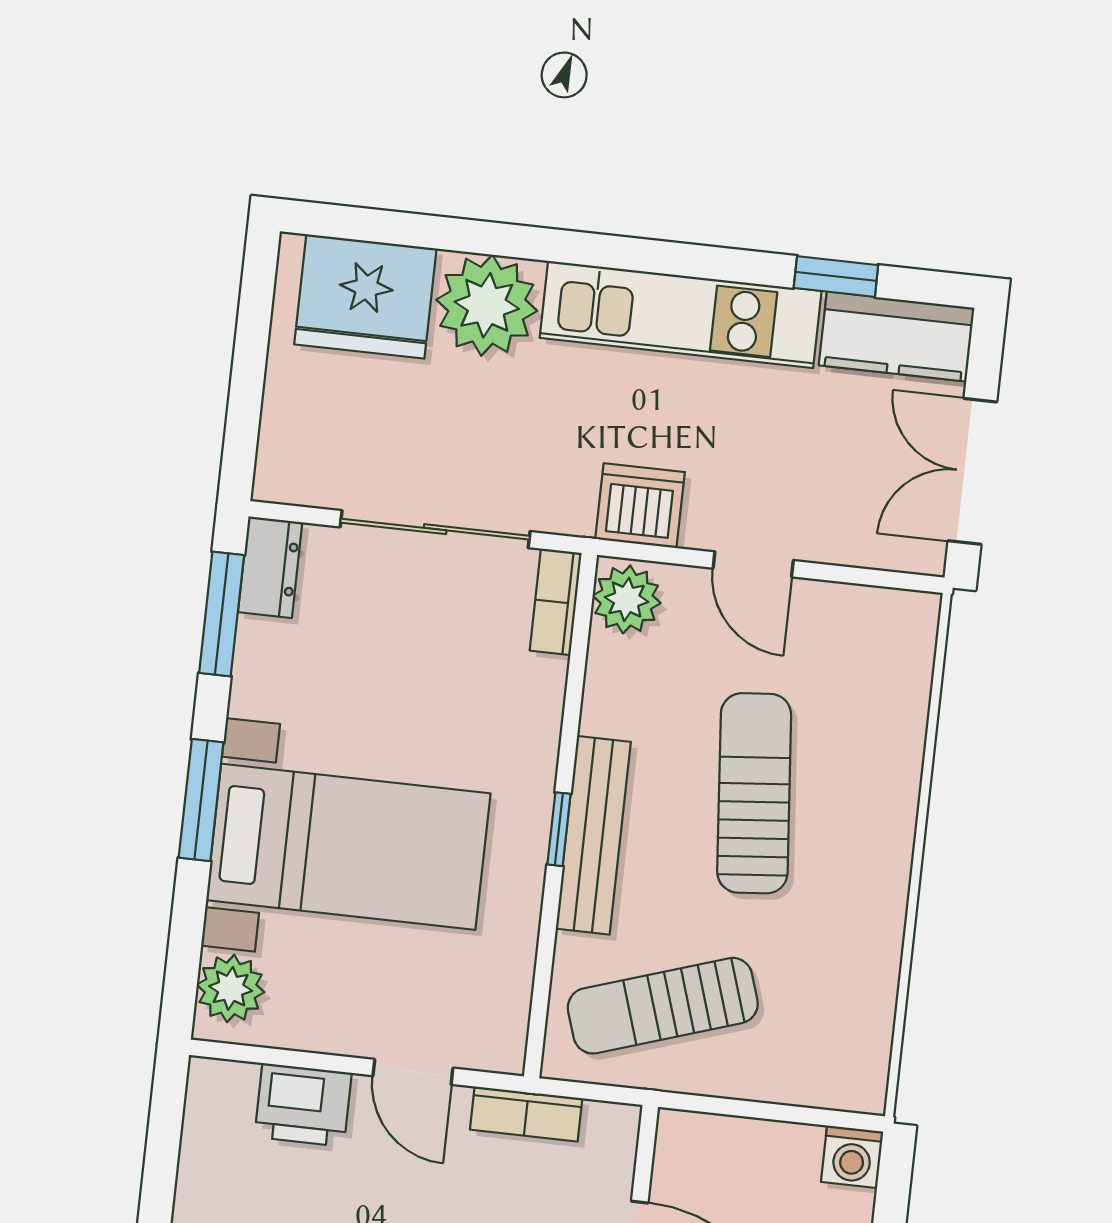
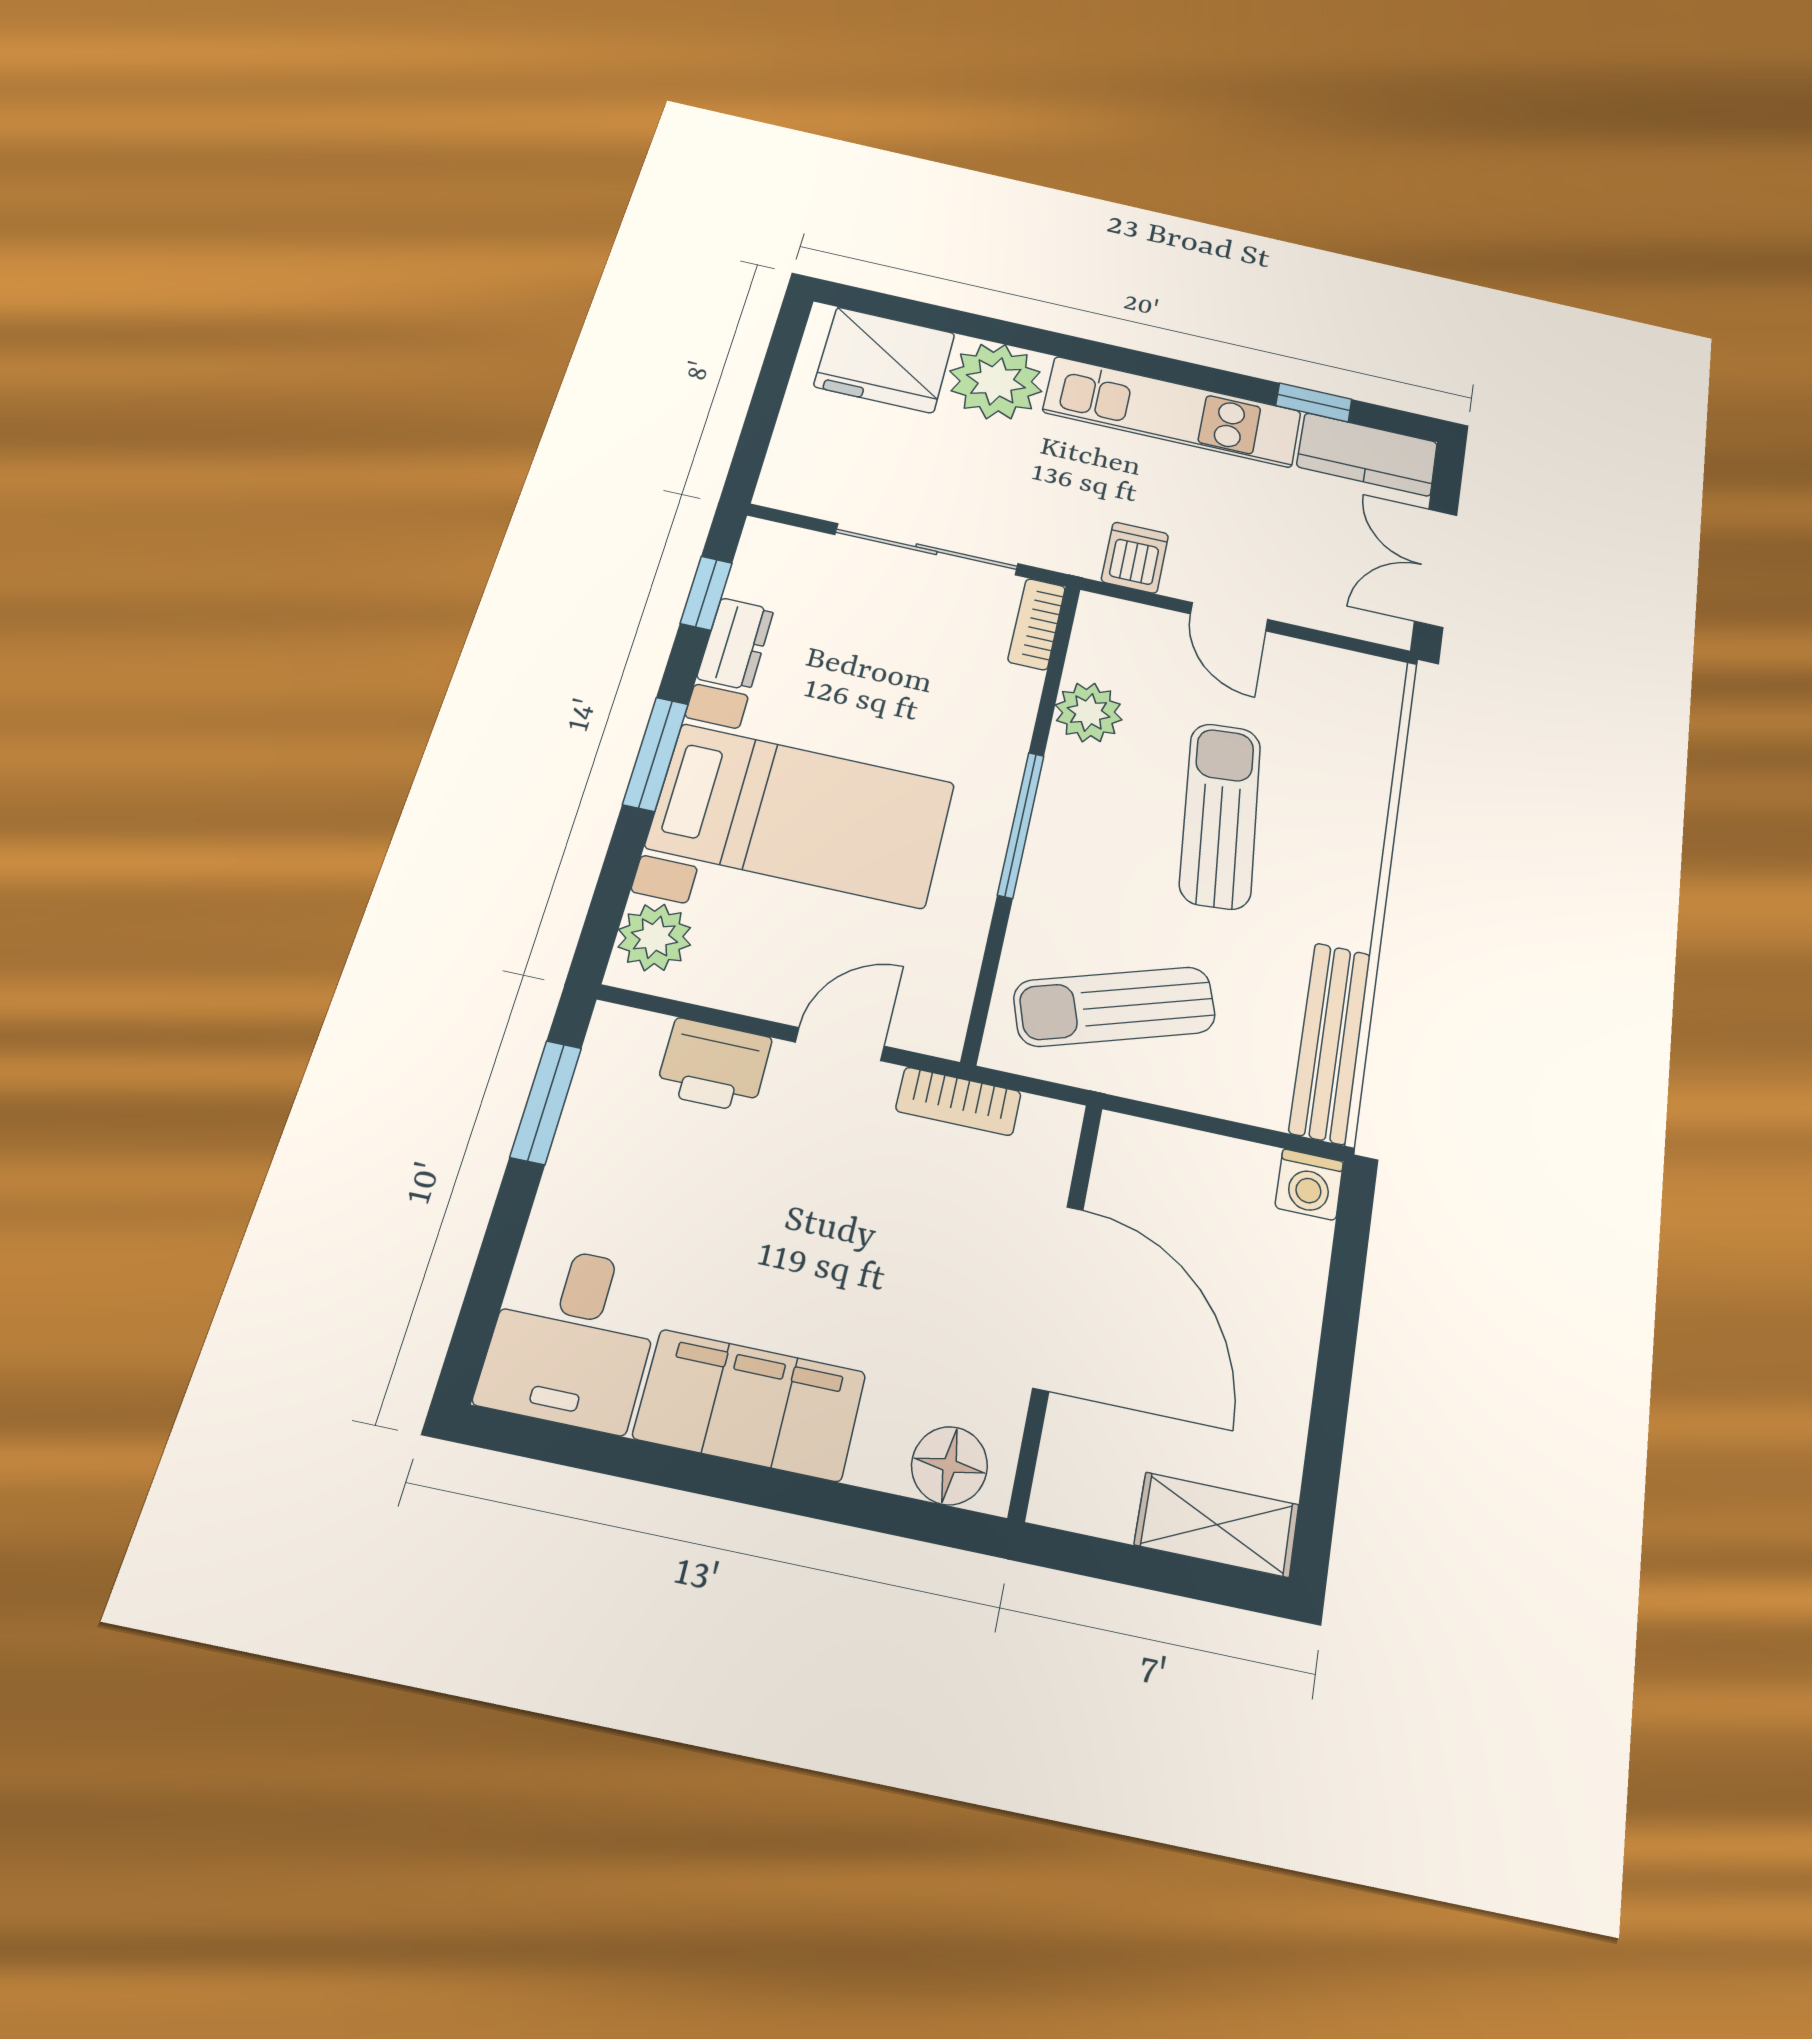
dishwasher: (640, 506) -> (1135, 558), width x0.73
dresser: (270, 567) -> (736, 644), moved
plant: (627, 599) -> (1089, 712), moved
window: (222, 614) -> (706, 593), width x0.67
window: (559, 829) -> (1021, 825), width x2.17
bench: (593, 835) -> (1330, 1042), moved
door: (413, 1072) -> (840, 1044), swing flipped
window: (162, 1156) -> (546, 1102), added

